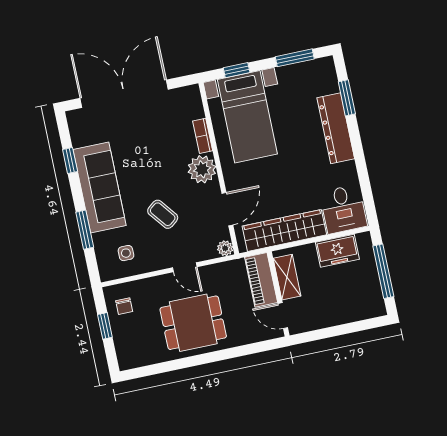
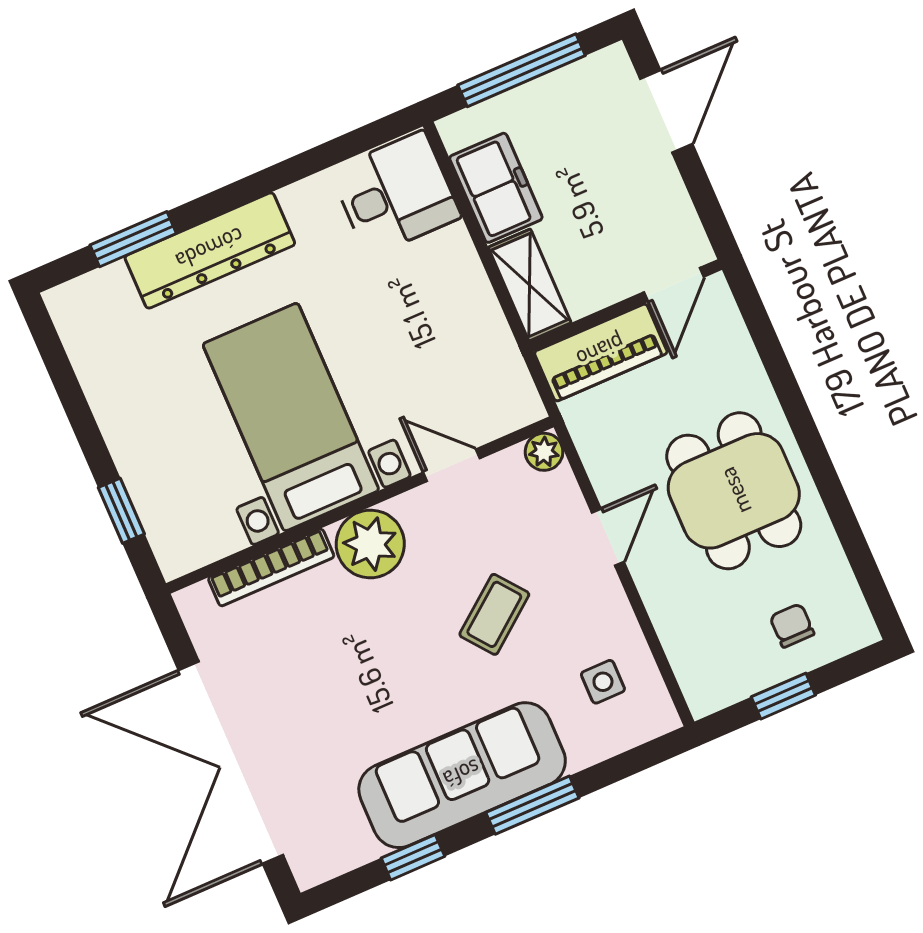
window: (295, 58) -> (65, 380), removed
bed with nightstands: (247, 117) -> (291, 417), moved, turned -90
bookcase: (203, 136) -> (271, 567), width x1.56
door: (227, 209) -> (451, 465), width x0.73
window: (85, 230) -> (532, 805), moved
wardrobe: (284, 230) -> (474, 322), removed
shelving: (287, 277) -> (530, 285), moved, turned 90
chair: (124, 306) -> (792, 625), moved, turned -90
door: (354, 327) -> (666, 111), added

